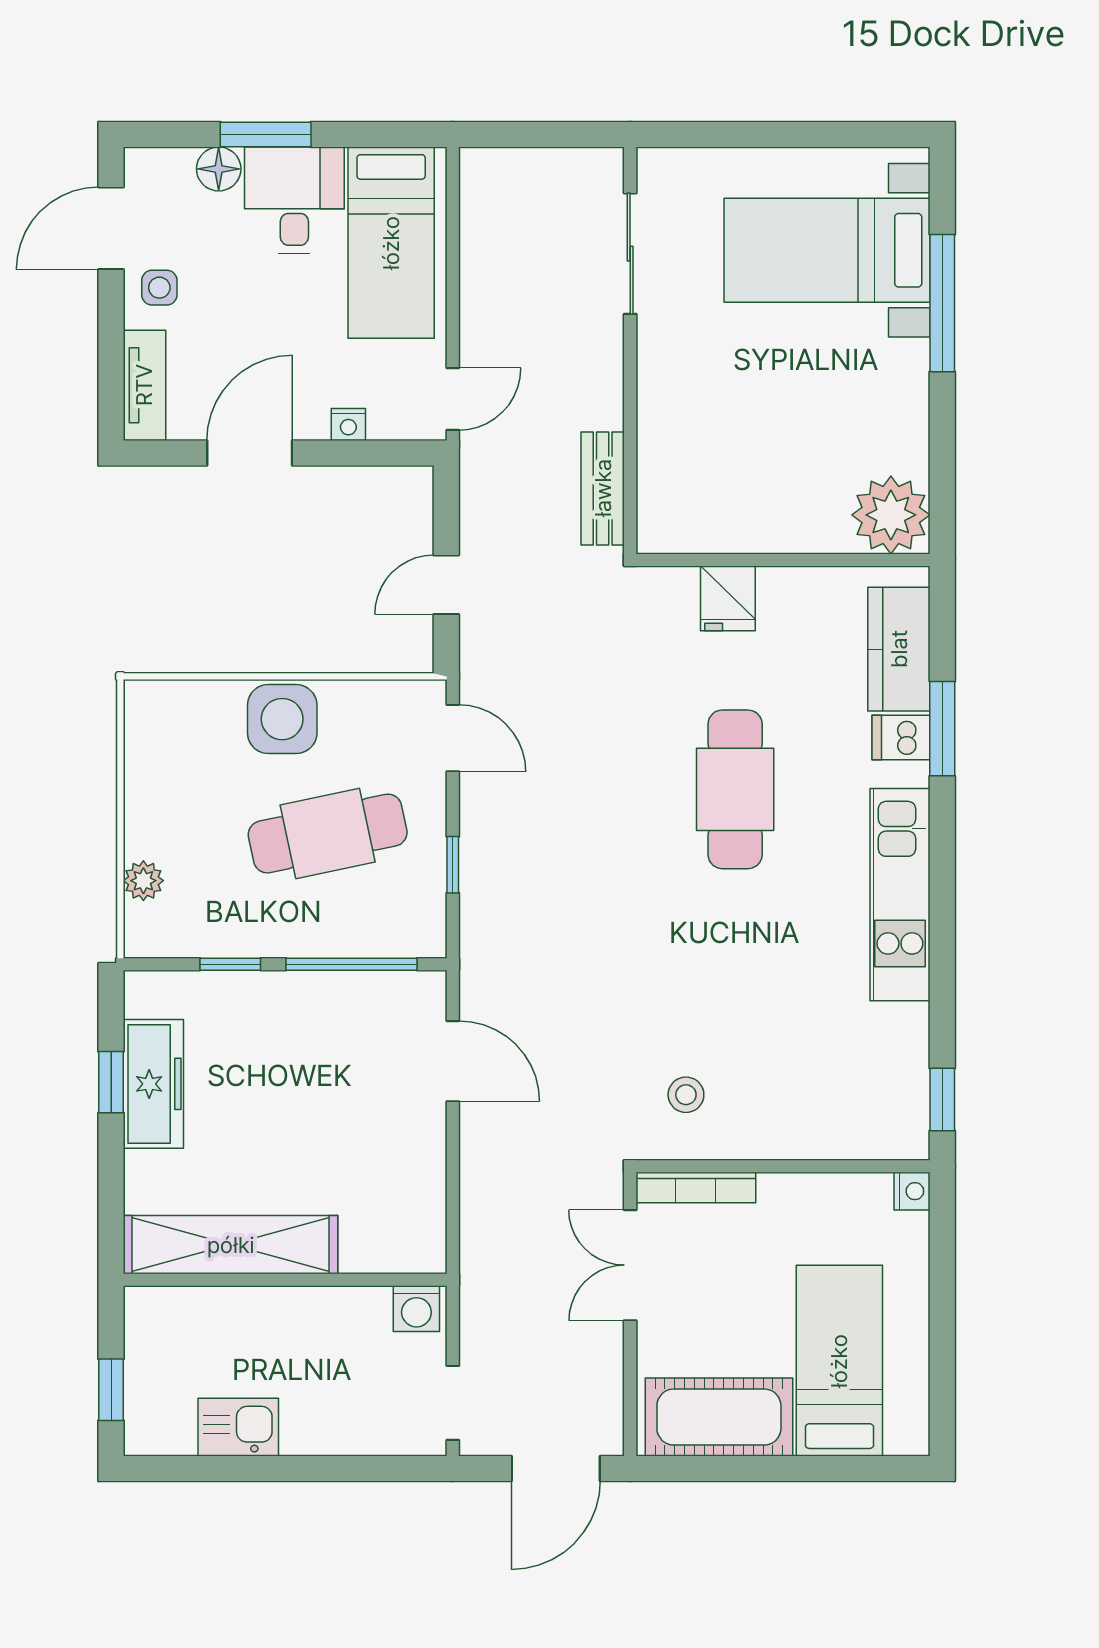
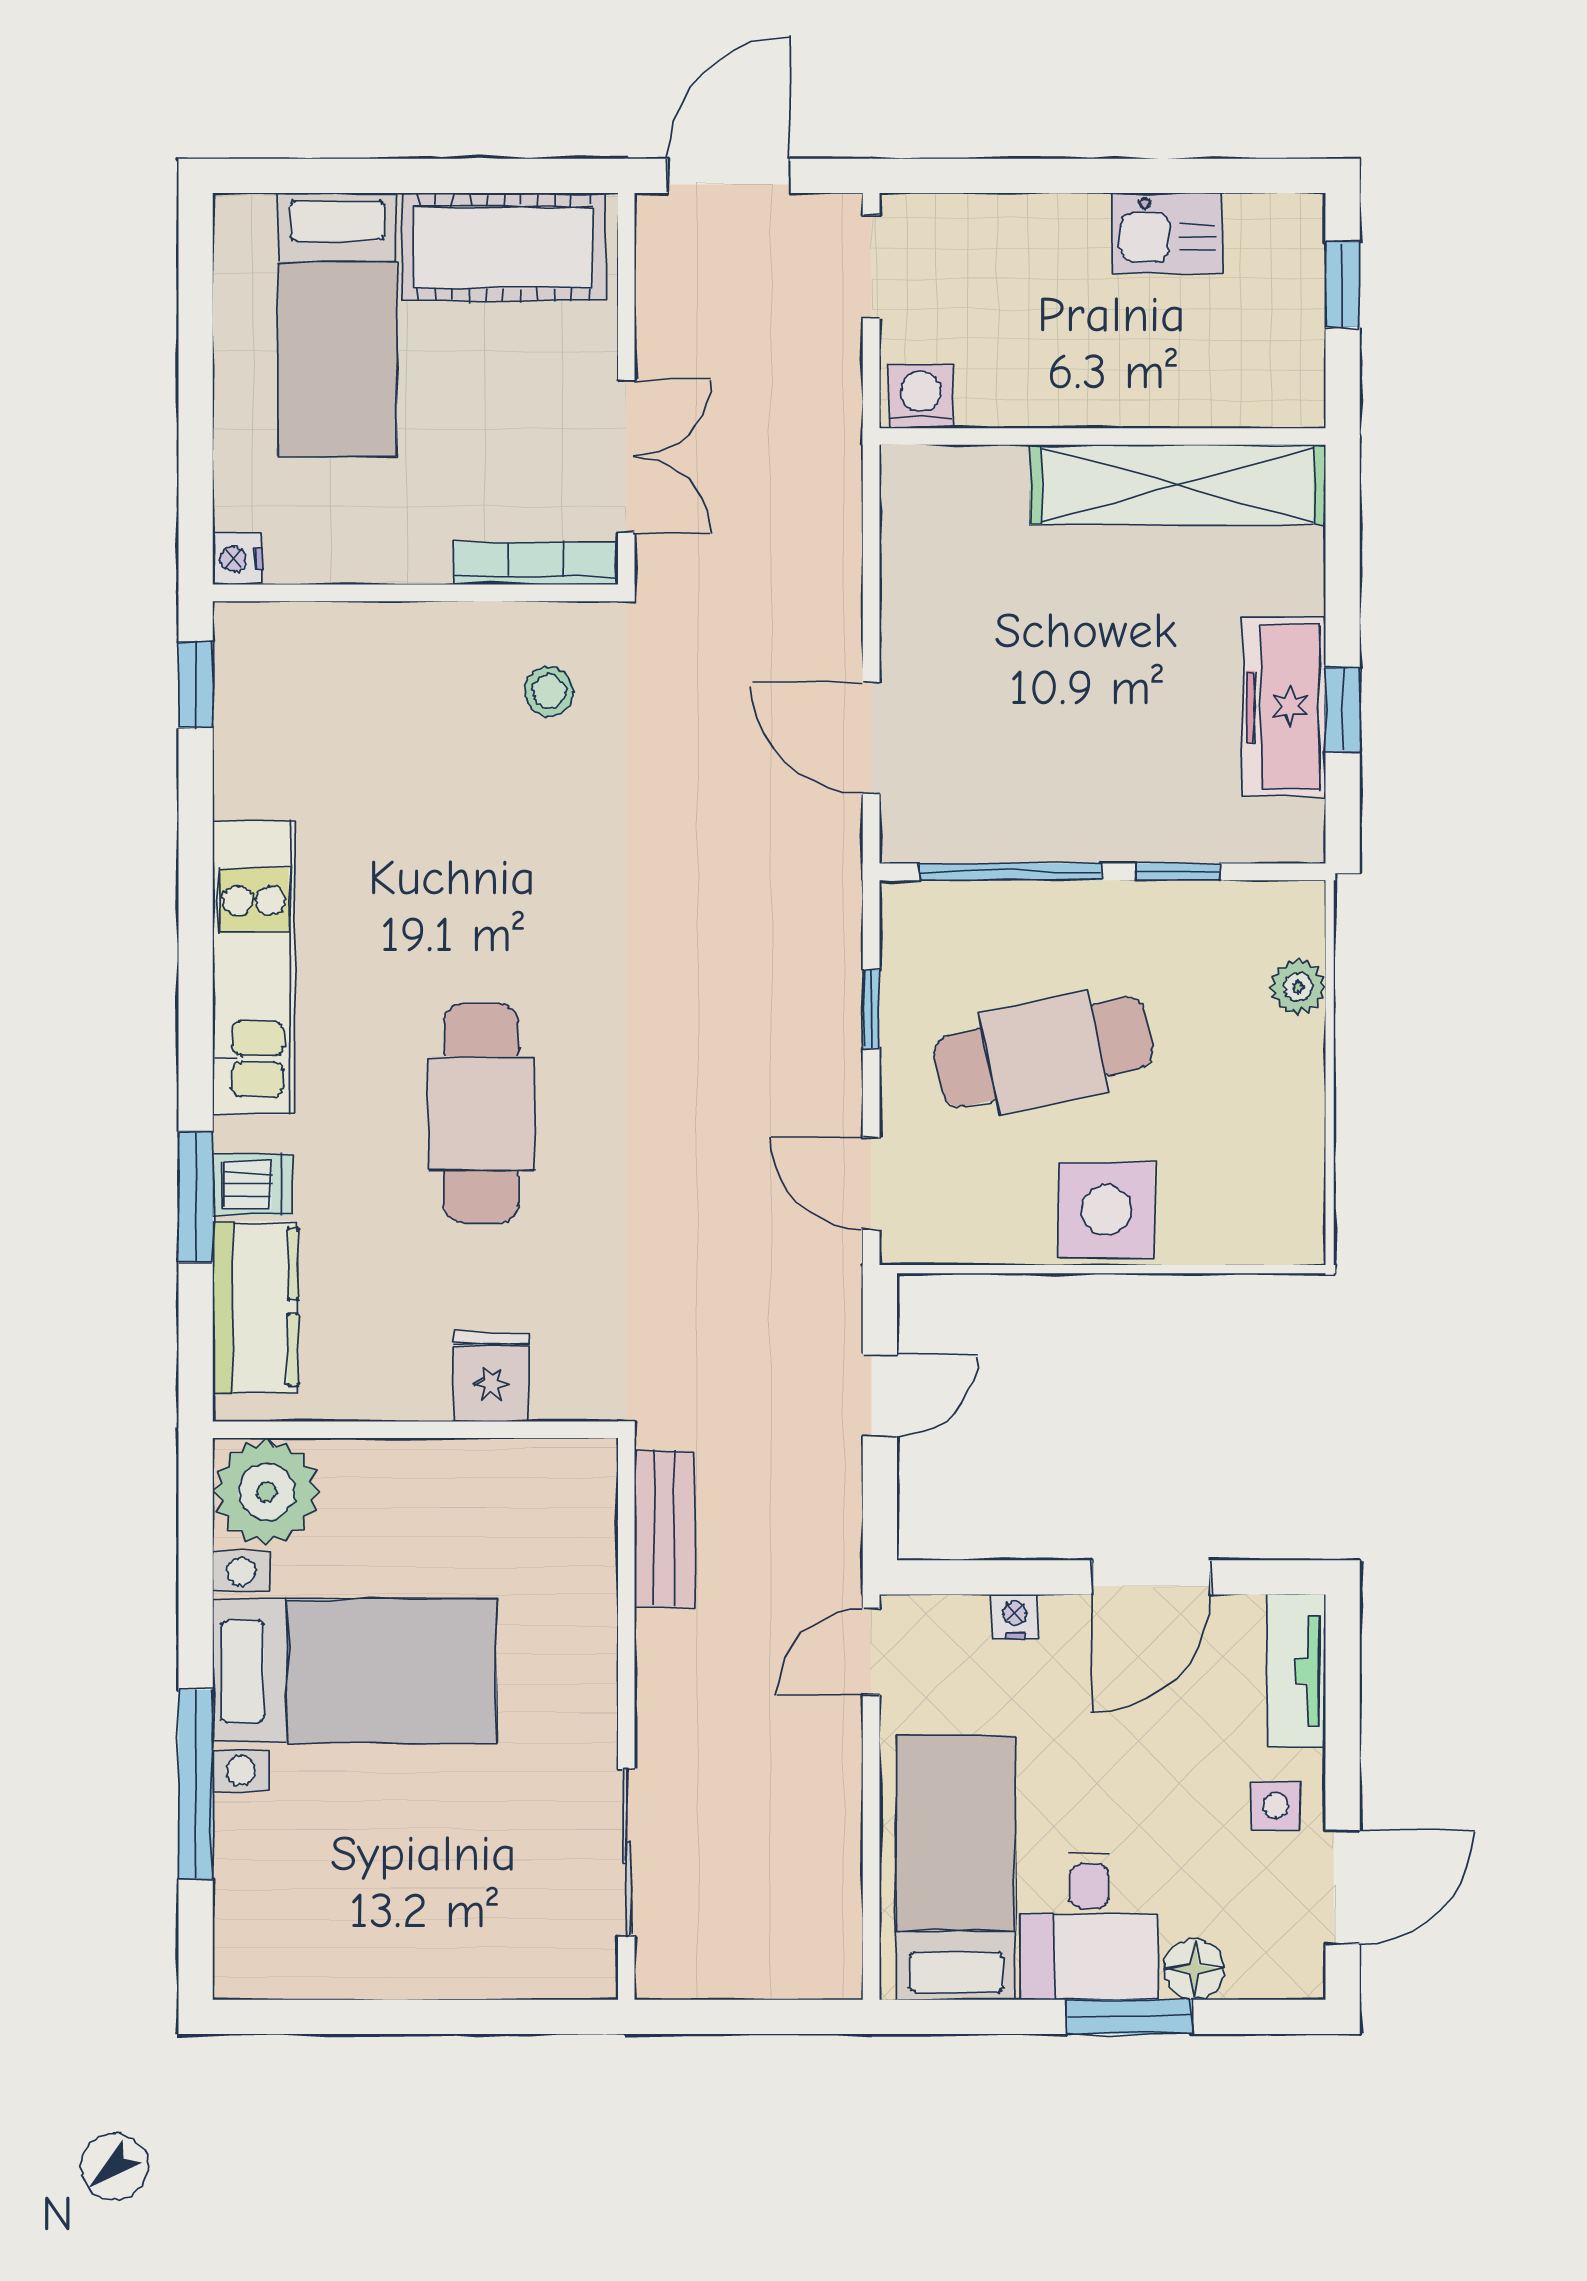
bed with nightstands: (827, 250) -> (354, 1671), moved

